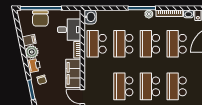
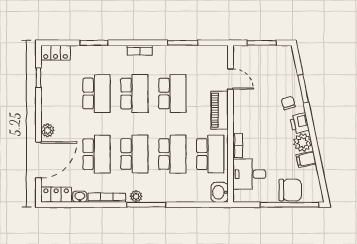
chair: (40, 18) -> (290, 190), turned 90
filing cabinet: (73, 73) -> (243, 112), removed
piano: (90, 75) -> (220, 110), added

